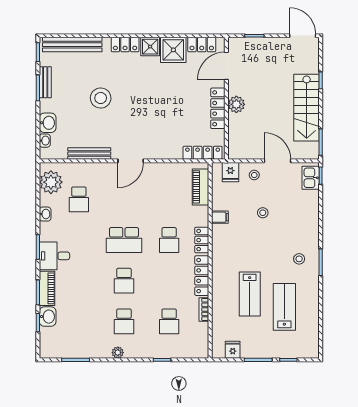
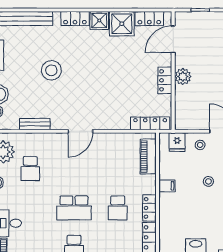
locker: (218, 108) -> (165, 80), width x0.66
bench: (89, 153) -> (35, 124), width x0.73

